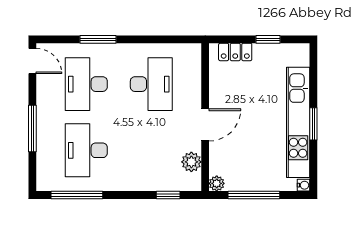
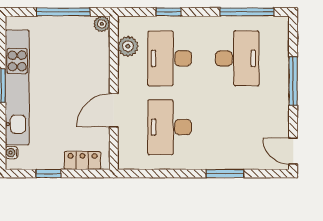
desk: (86, 84) -> (170, 58), moved, turned 180
door: (205, 125) -> (114, 110), moved
water cooler: (303, 185) -> (12, 153), moved
window: (168, 195) -> (169, 12), moved

